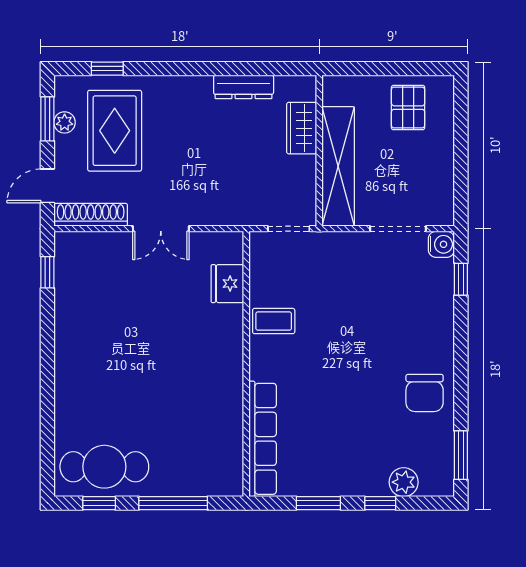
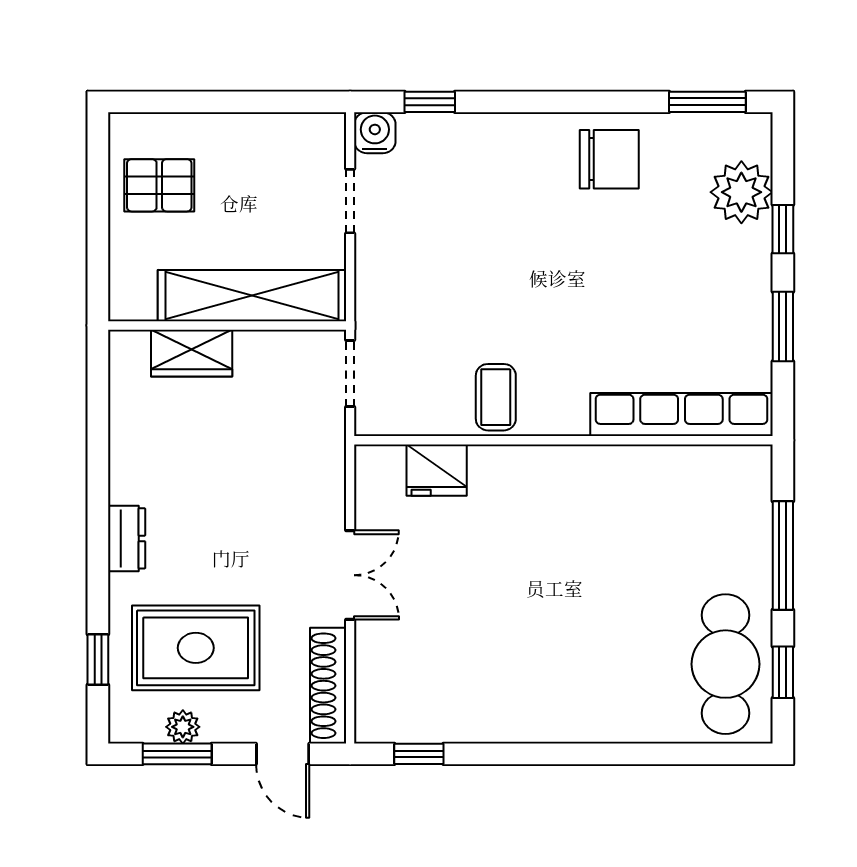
dresser: (244, 87) -> (127, 538), moved, width x0.70
doorway: (398, 229) -> (350, 201), width x0.73
plant: (404, 482) -> (741, 192), width x1.36, depth x1.36

